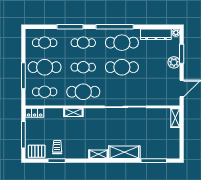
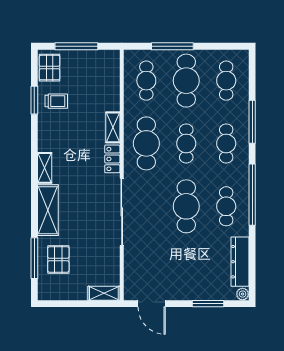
cafe table: (122, 43) -> (226, 206), width x0.73, depth x0.74
plant: (174, 62) -> (194, 291), removed
locker: (35, 113) -> (112, 159), moved
pallet: (155, 146) -> (58, 260), added

